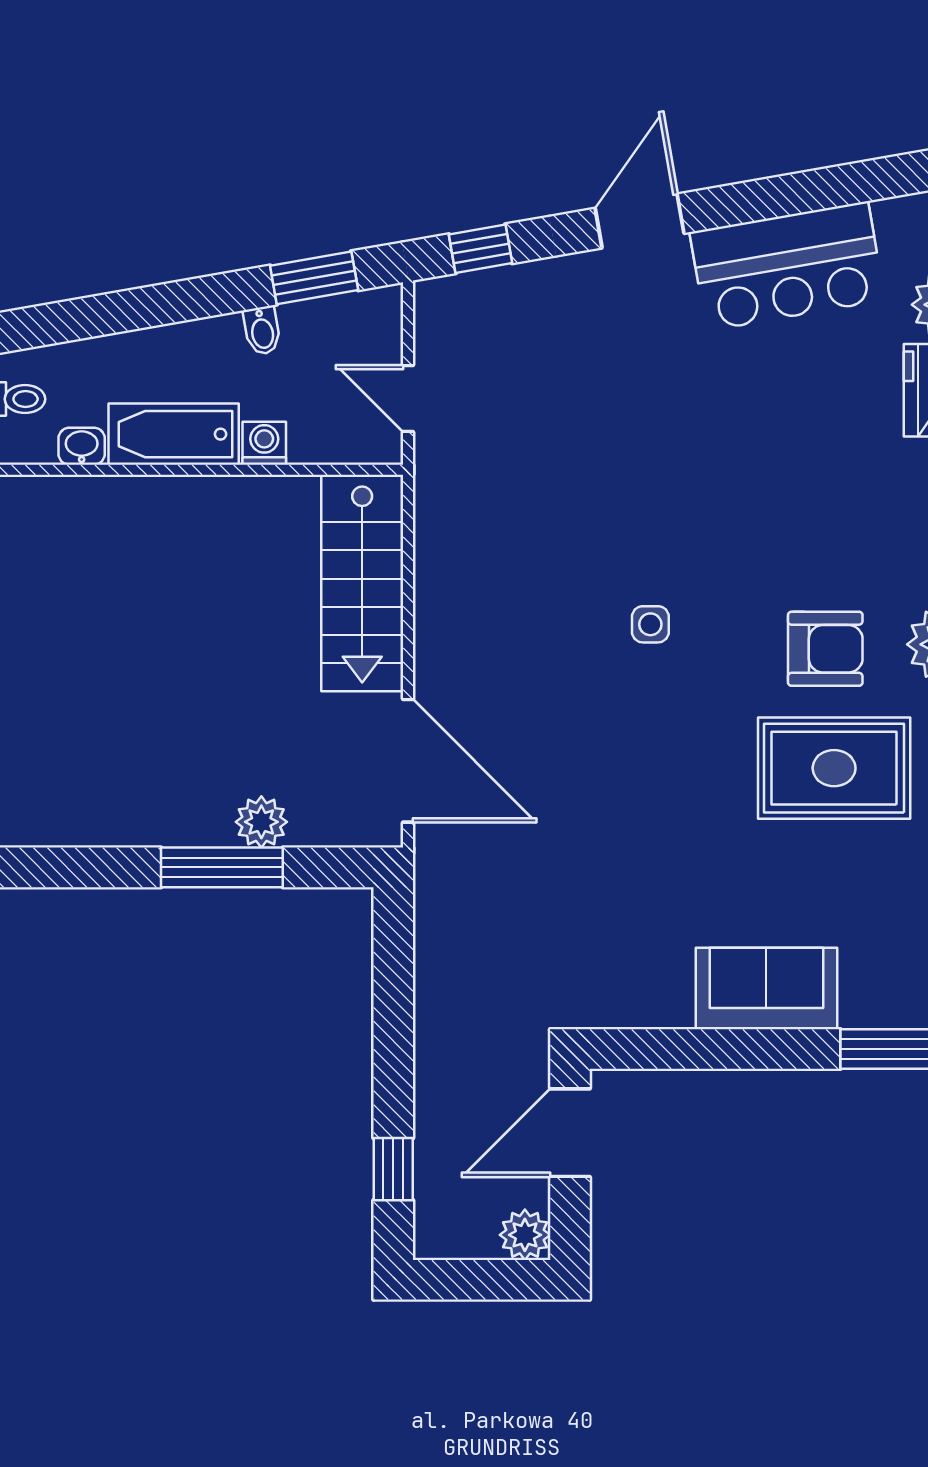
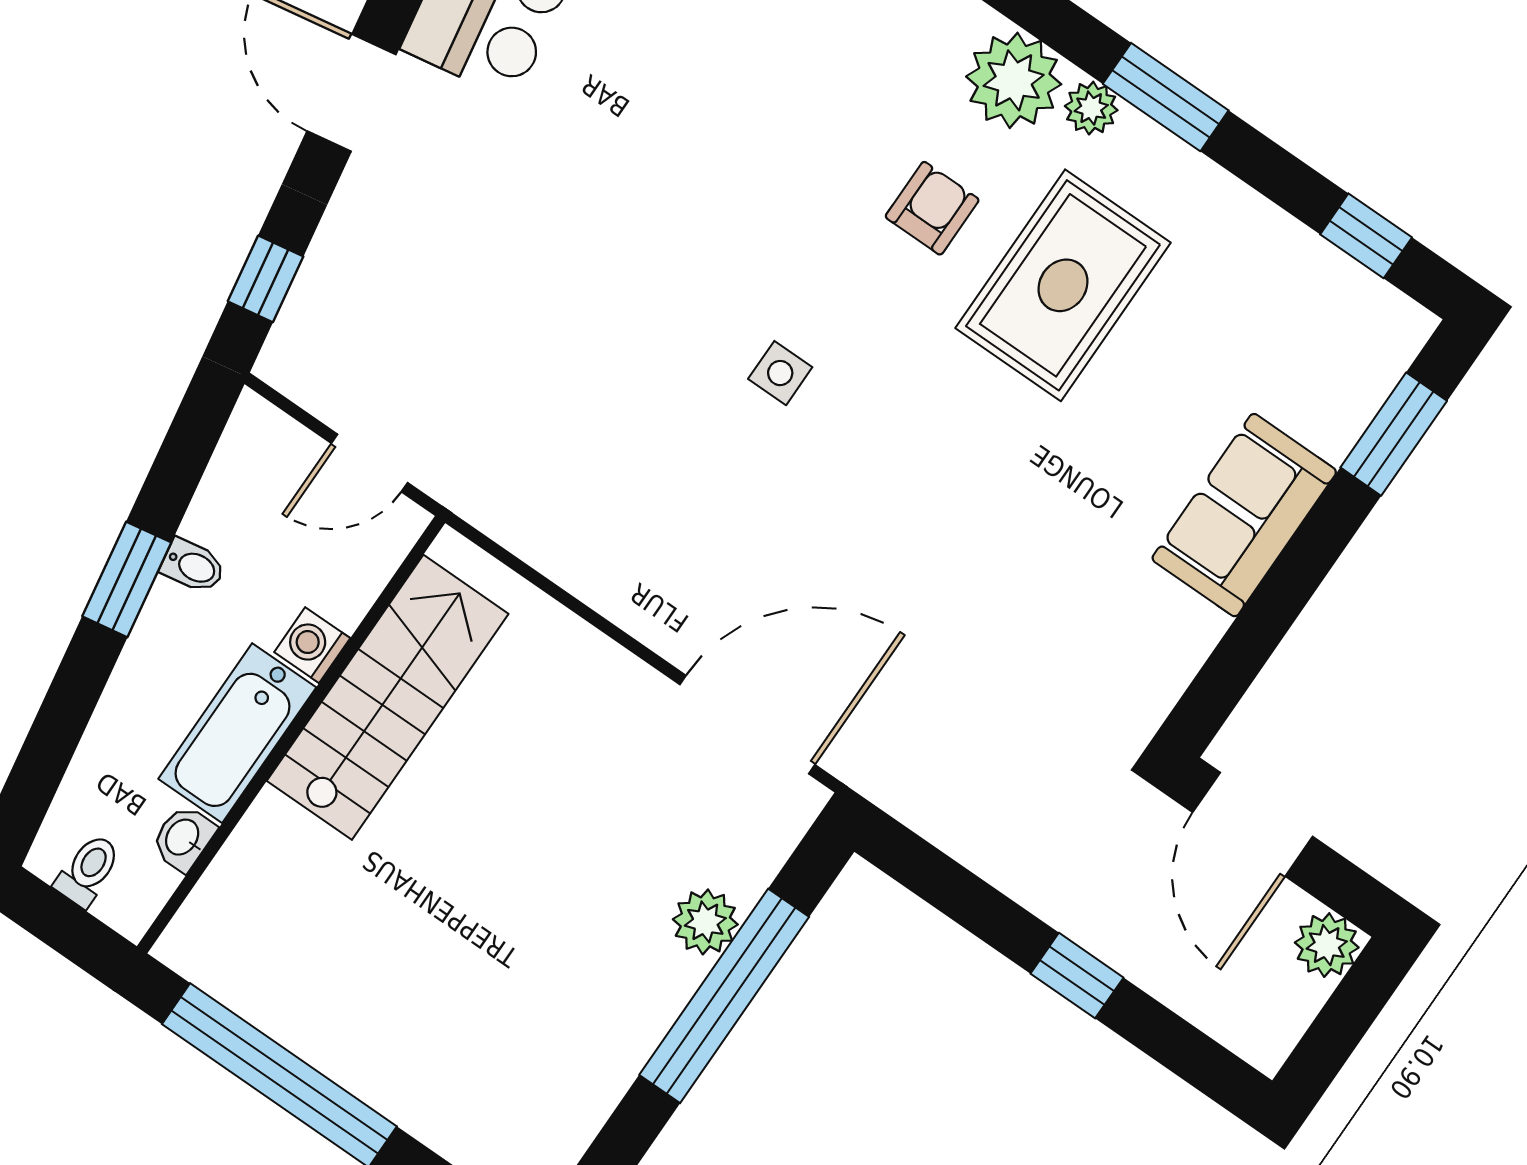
window: (314, 278) -> (127, 579), moved
stairs: (362, 583) -> (388, 697), moved, turned -90
armchair: (825, 649) -> (932, 208), width x0.72, depth x0.72
window: (222, 867) -> (724, 996), width x1.46
window: (393, 1169) -> (1077, 976), moved

